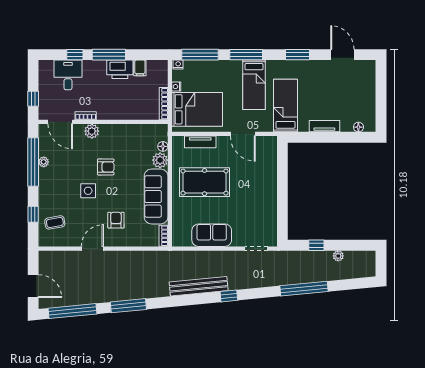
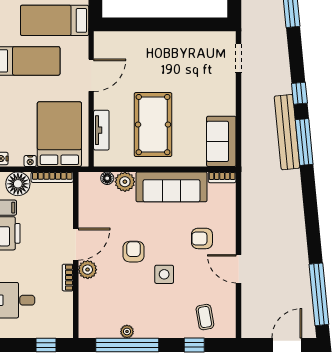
floor lamp: (158, 77) -> (18, 184), added
door: (60, 122) -> (76, 244), moved
sofa: (212, 235) -> (221, 141), moved
window: (128, 306) -> (304, 142), moved

